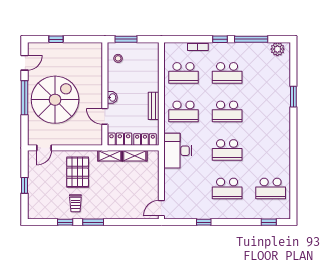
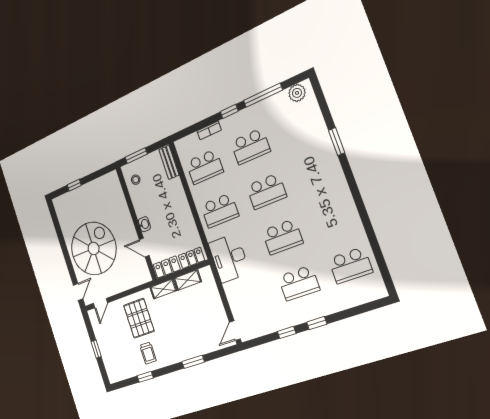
door: (25, 63) -> (78, 292), moved
window: (25, 98) -> (67, 257), removed
bench: (154, 106) -> (169, 162), moved
window: (93, 222) -> (193, 362), moved
window: (269, 222) -> (317, 323), moved

